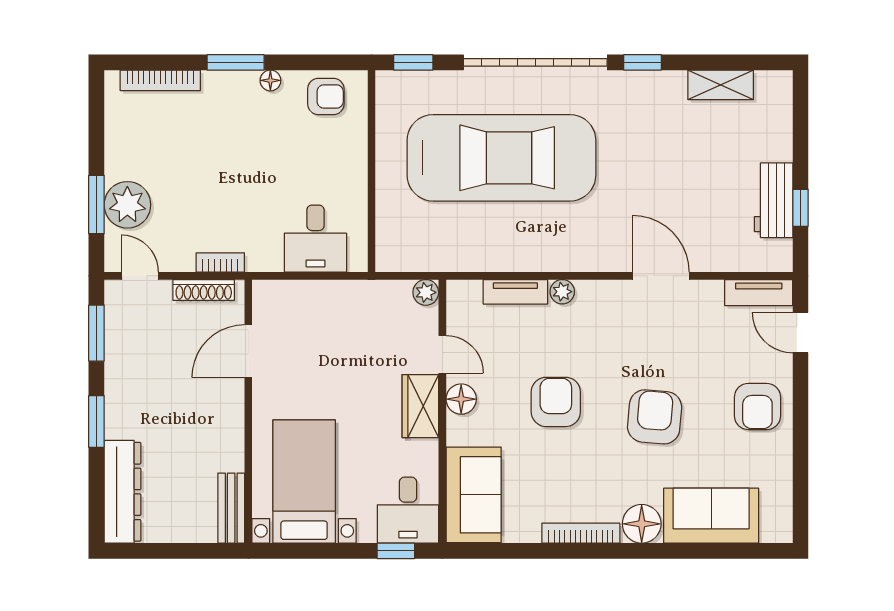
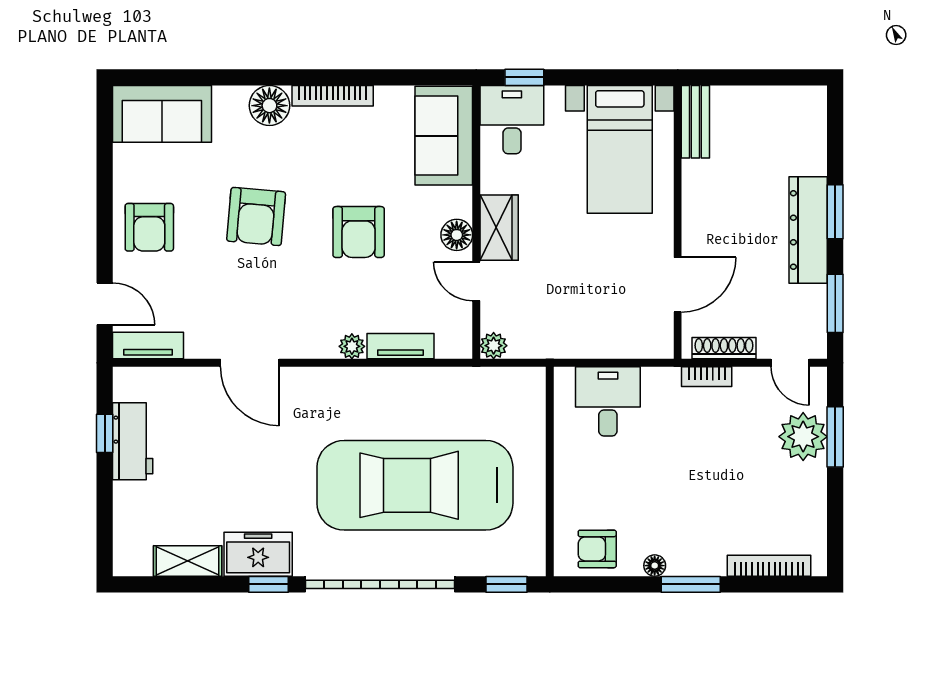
freezer: (653, 91) -> (258, 554), added
armchair: (757, 407) -> (149, 227), turned 180
dresser: (122, 492) -> (808, 230), moved
sofa: (711, 516) -> (162, 114), moved

